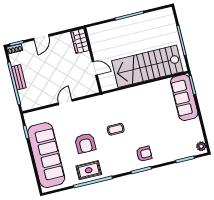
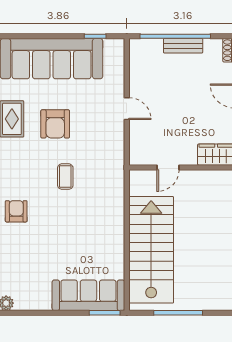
armchair: (85, 143) -> (55, 124), turned -90
armchair: (144, 154) -> (16, 211), turned 180

